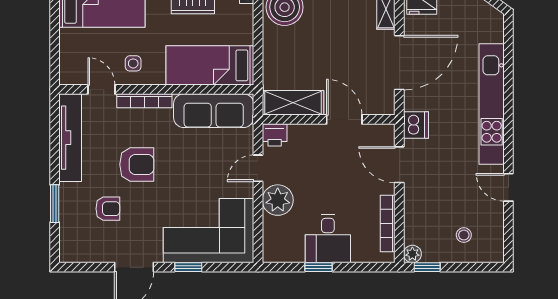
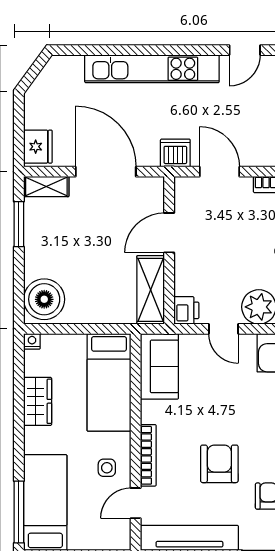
sofa: (214, 111) -> (159, 366), width x0.73
door: (399, 165) -> (220, 172), swing flipped

